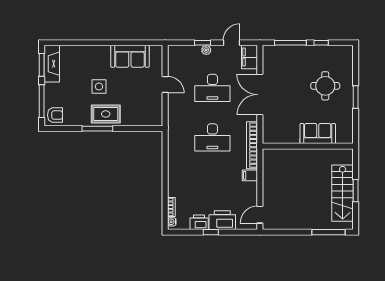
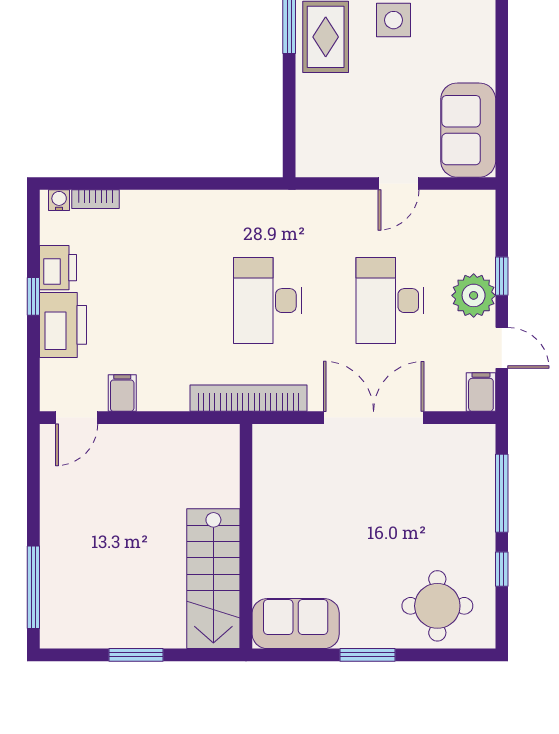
plant: (206, 50) -> (474, 295), width x1.88, depth x1.88
sofa: (130, 56) -> (468, 130), moved
filing cabinet: (249, 57) -> (481, 392), width x0.50
round table: (325, 86) -> (437, 606), moved
sofa: (318, 134) -> (296, 624), moved, turned -90
filing cabinet: (250, 175) -> (122, 393), moved
stairs: (343, 193) -> (213, 579), moved, turned -90
door: (260, 215) -> (77, 418), swing flipped

